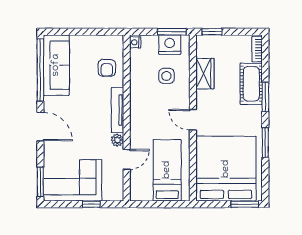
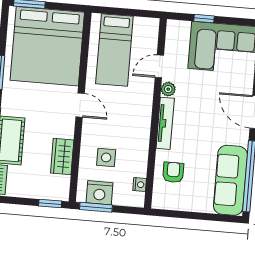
nightstand: (135, 42) -> (140, 185), moved

